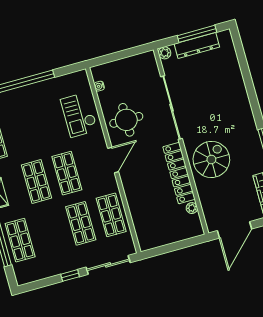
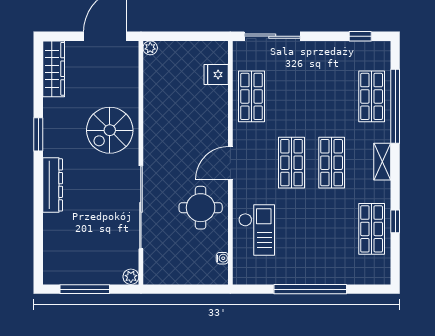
dresser: (197, 46) -> (53, 185), moved, turned 90
locker: (179, 173) -> (154, 125), removed
plant: (192, 208) -> (150, 48), moved
shop shelf: (81, 223) -> (292, 96), removed
fridge: (142, 224) -> (216, 75), added
window: (70, 275) -> (360, 36), moved

